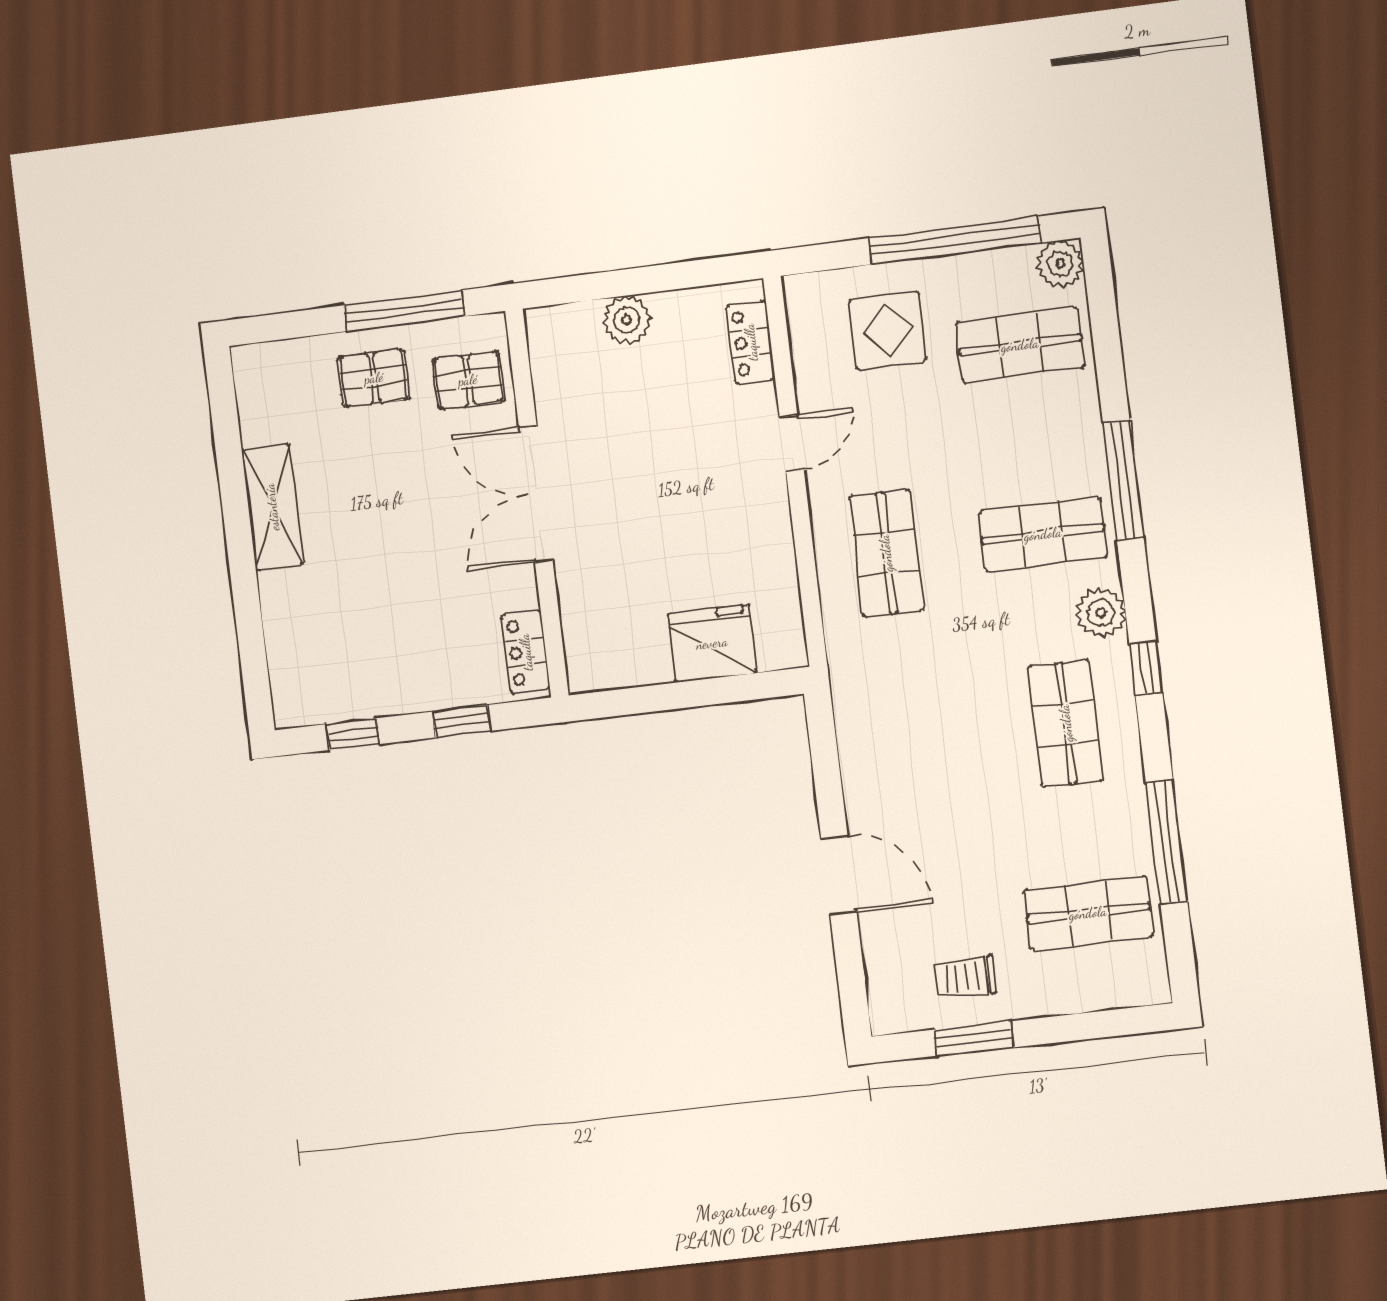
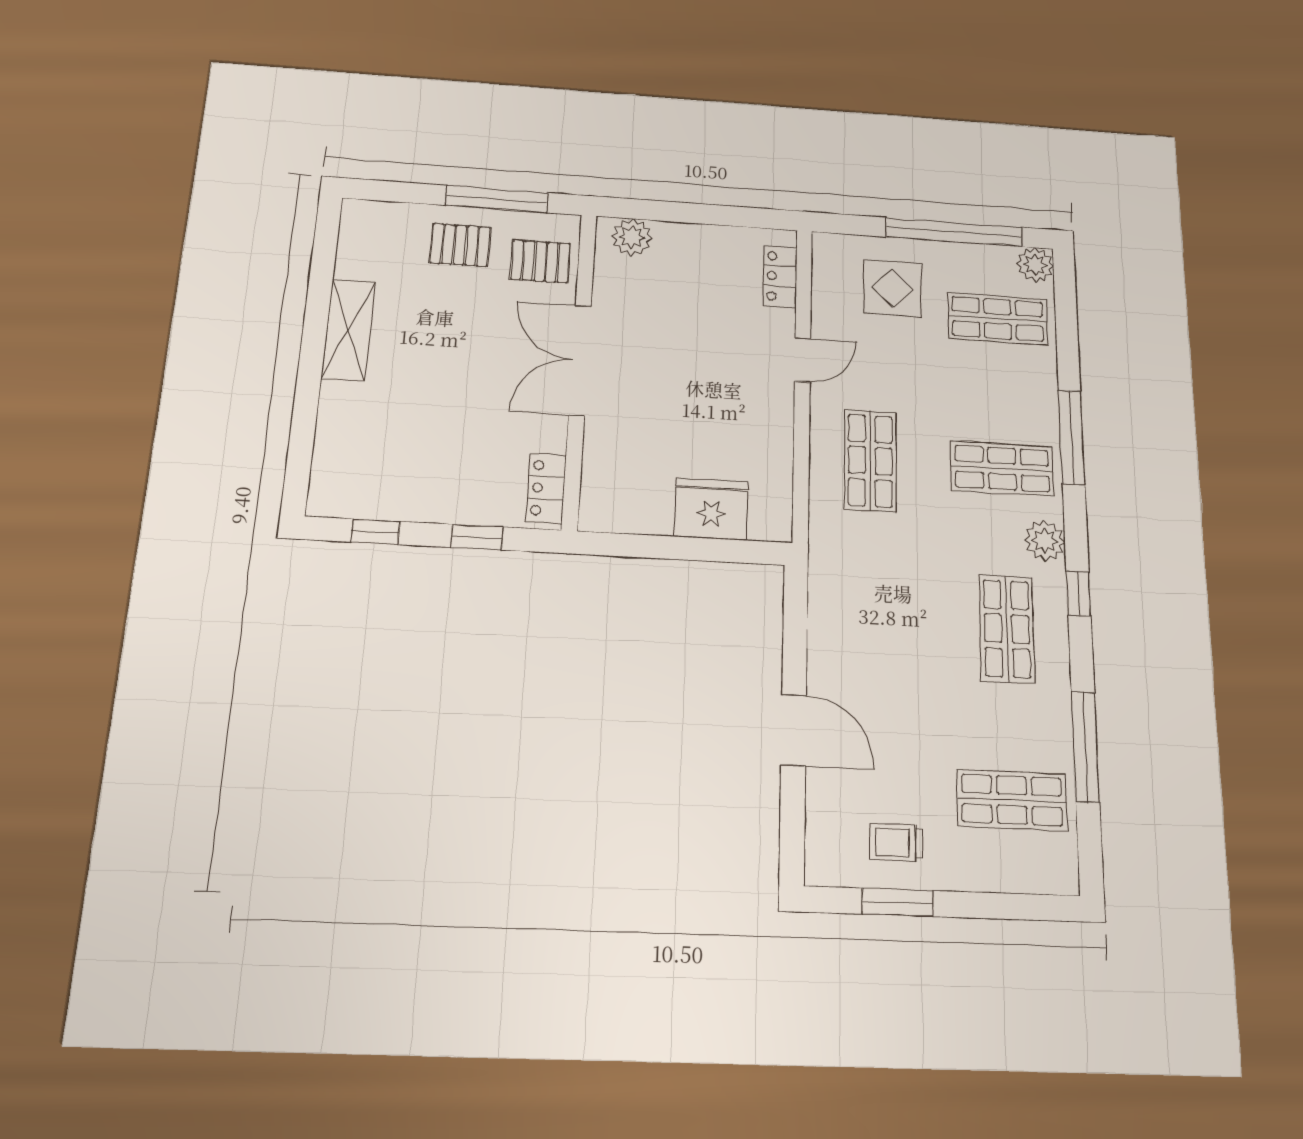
plant: (627, 320) -> (632, 237), moved

